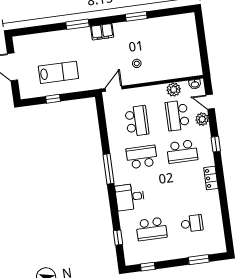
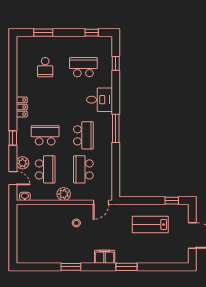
plant: (174, 90) -> (64, 194), moved
window: (53, 99) -> (172, 201), moved
school desk: (142, 157) -> (83, 135), turned -90
school desk: (192, 223) -> (45, 67), turned -90

